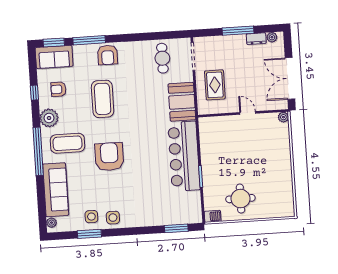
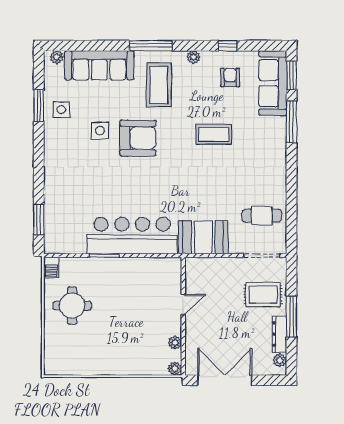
dresser: (256, 39) -> (279, 334), width x1.44
armchair: (108, 55) -> (271, 144), removed
sofa: (54, 57) -> (273, 83), width x1.36
rug: (215, 85) -> (263, 295), moved
coffee table: (103, 99) -> (214, 134), width x0.73, depth x0.76
door: (248, 113) -> (183, 305), moved
plant: (49, 118) -> (193, 57), width x0.53, depth x0.53
plant: (264, 118) -> (175, 343), added
window: (38, 151) -> (151, 46), width x0.68
side table: (113, 218) -> (100, 131), moved

